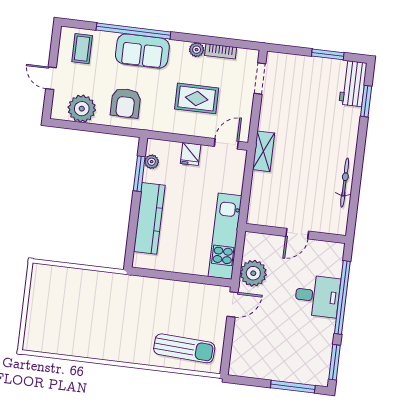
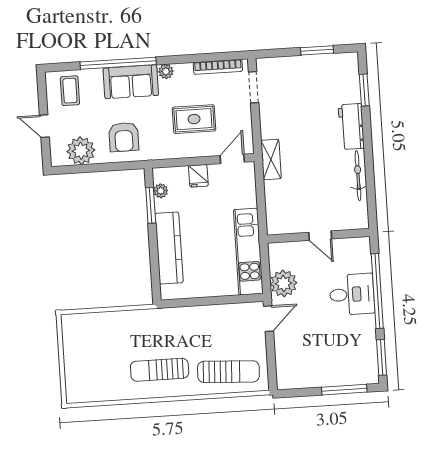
plant: (197, 50) -> (166, 71), moved
bookcase: (221, 51) -> (218, 67), width x1.56
workbench: (353, 84) -> (351, 127), moved
door: (297, 234) -> (320, 236), hinge flipped
sun lounger: (118, 334) -> (160, 370), added

